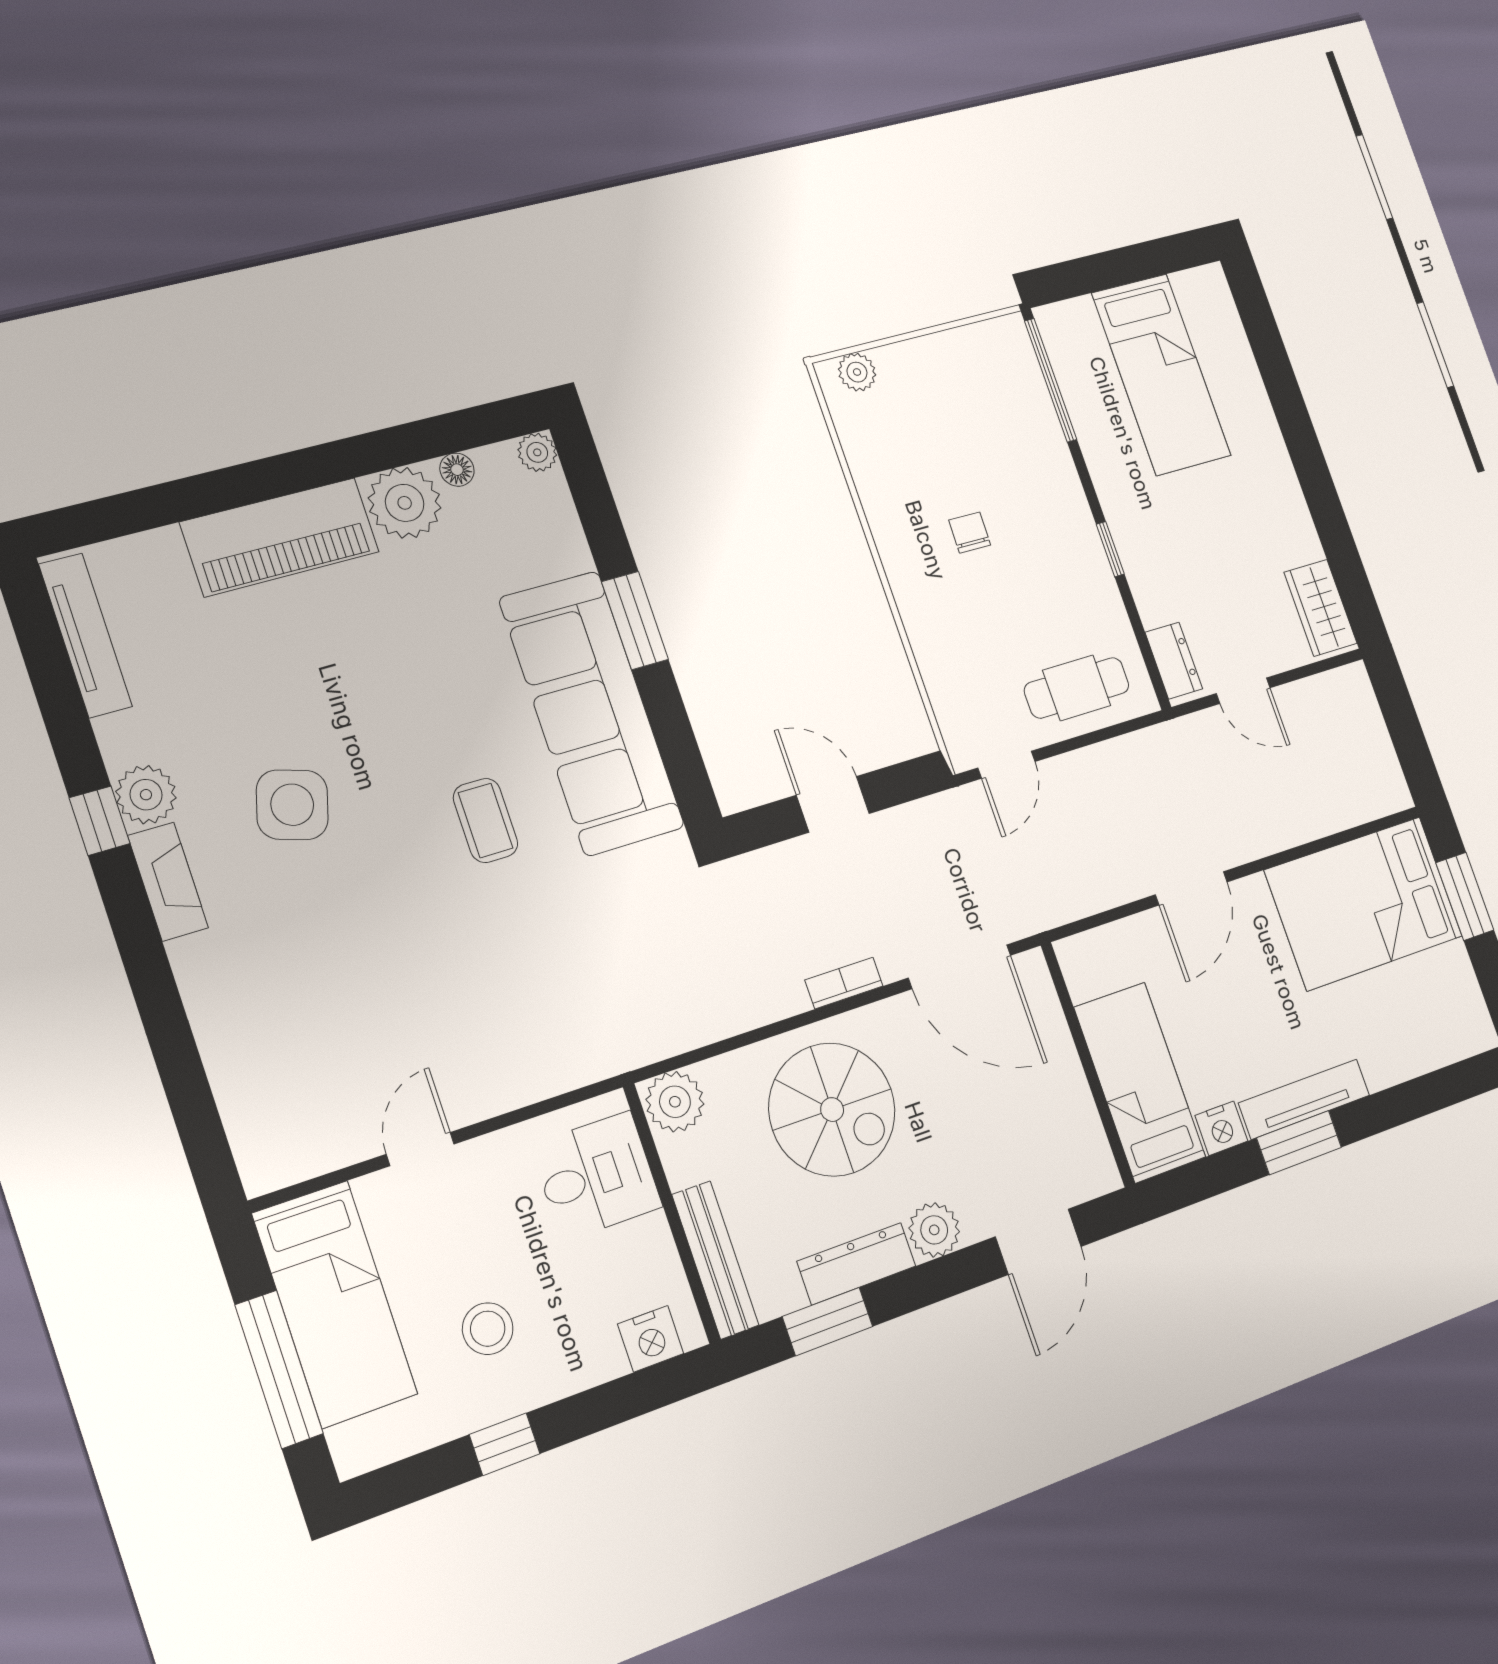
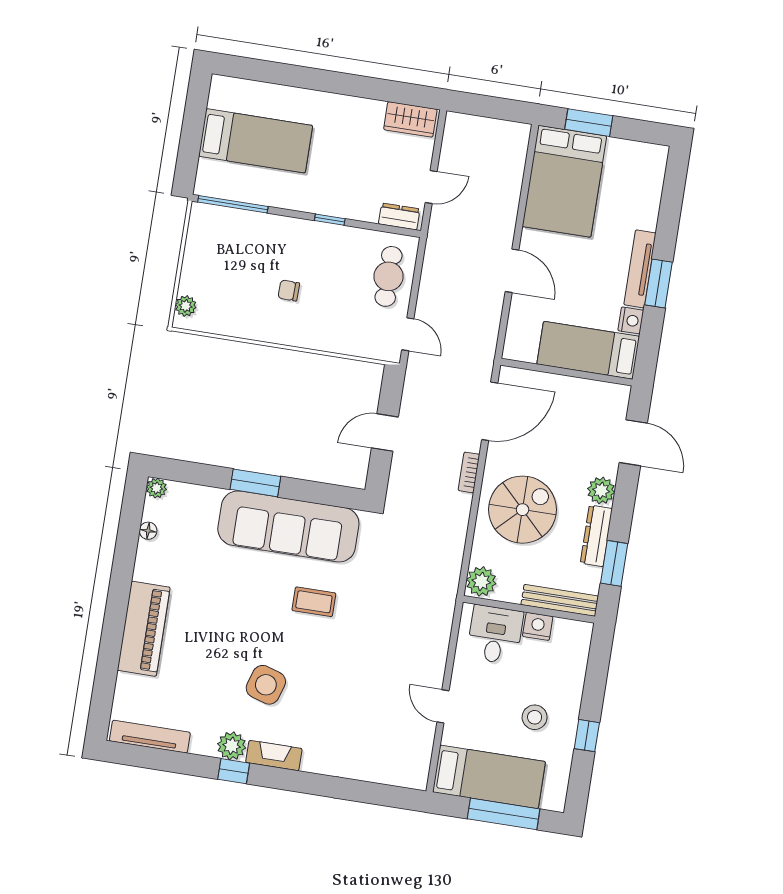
plant: (405, 503) -> (153, 563), removed
nightstand: (651, 1339) -> (538, 626), moved, turned -90

